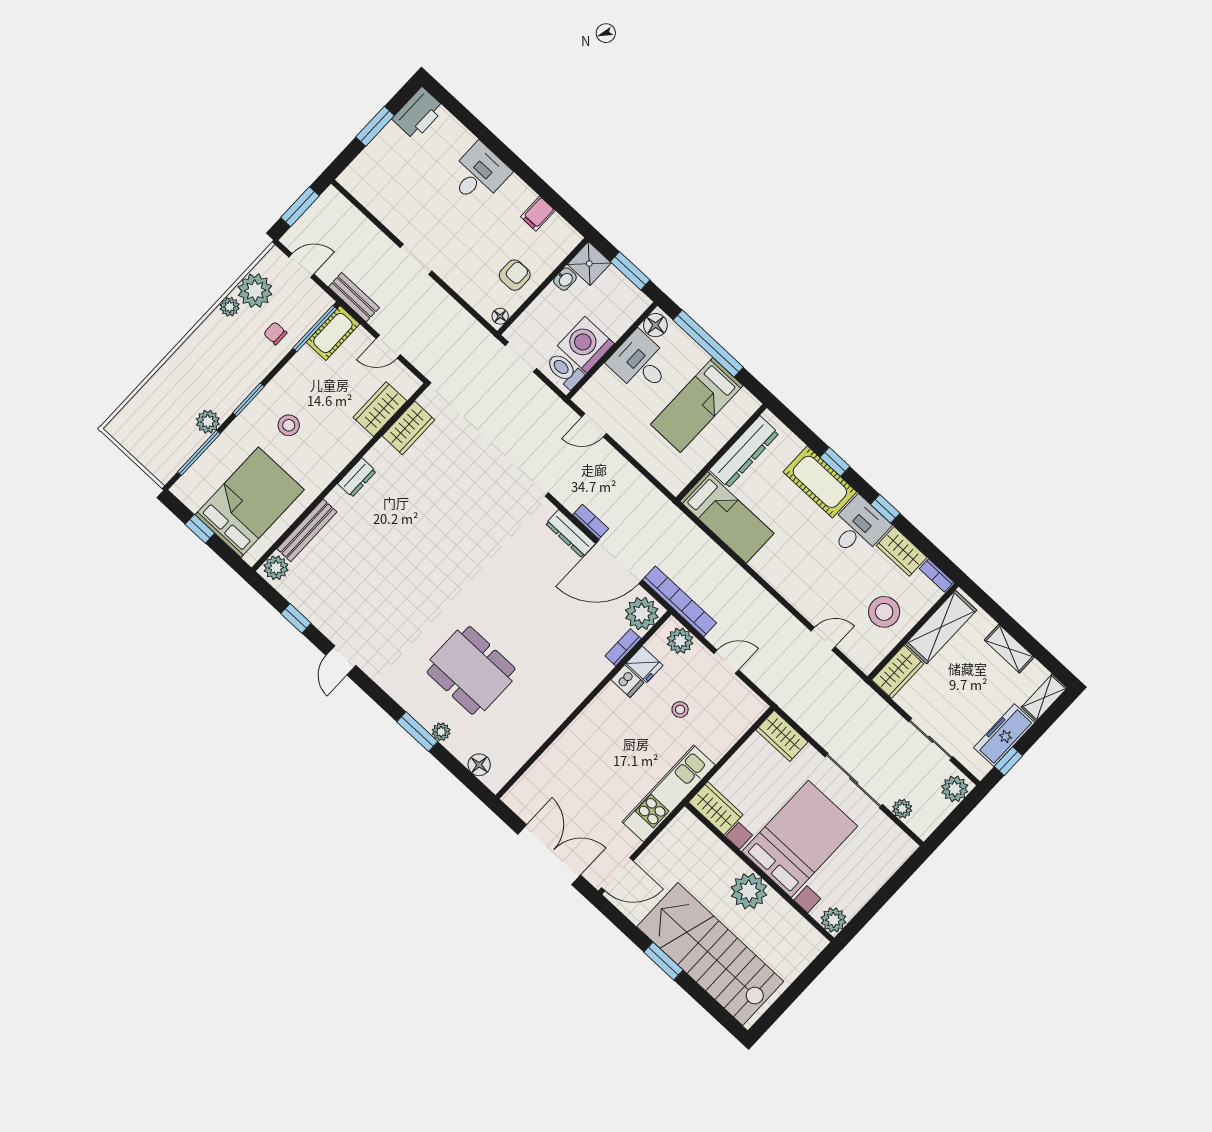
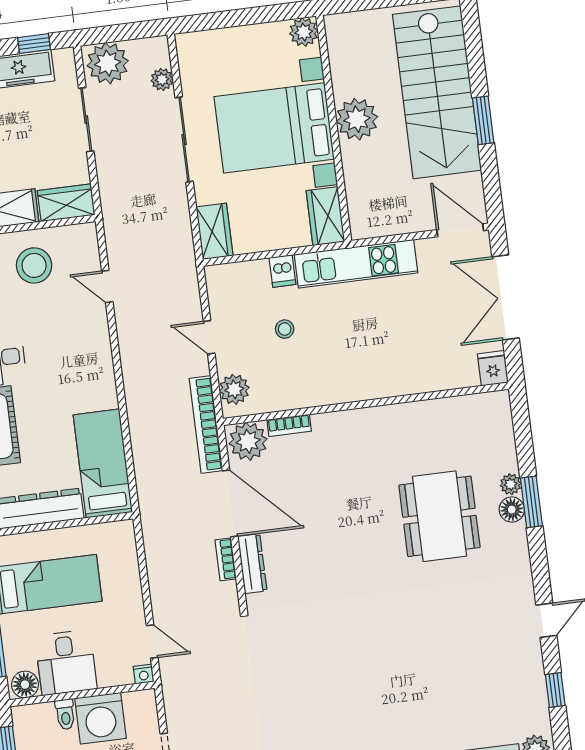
toilet: (565, 370) -> (65, 714), moved, width x0.73, depth x0.72
nightstand: (582, 399) -> (144, 674), added
fridge: (645, 664) -> (493, 368), moved
dishwasher: (627, 681) -> (282, 271), moved, turned 180
floor lamp: (479, 765) -> (512, 510), moved
plant: (955, 789) -> (108, 63), width x1.36, depth x1.36

